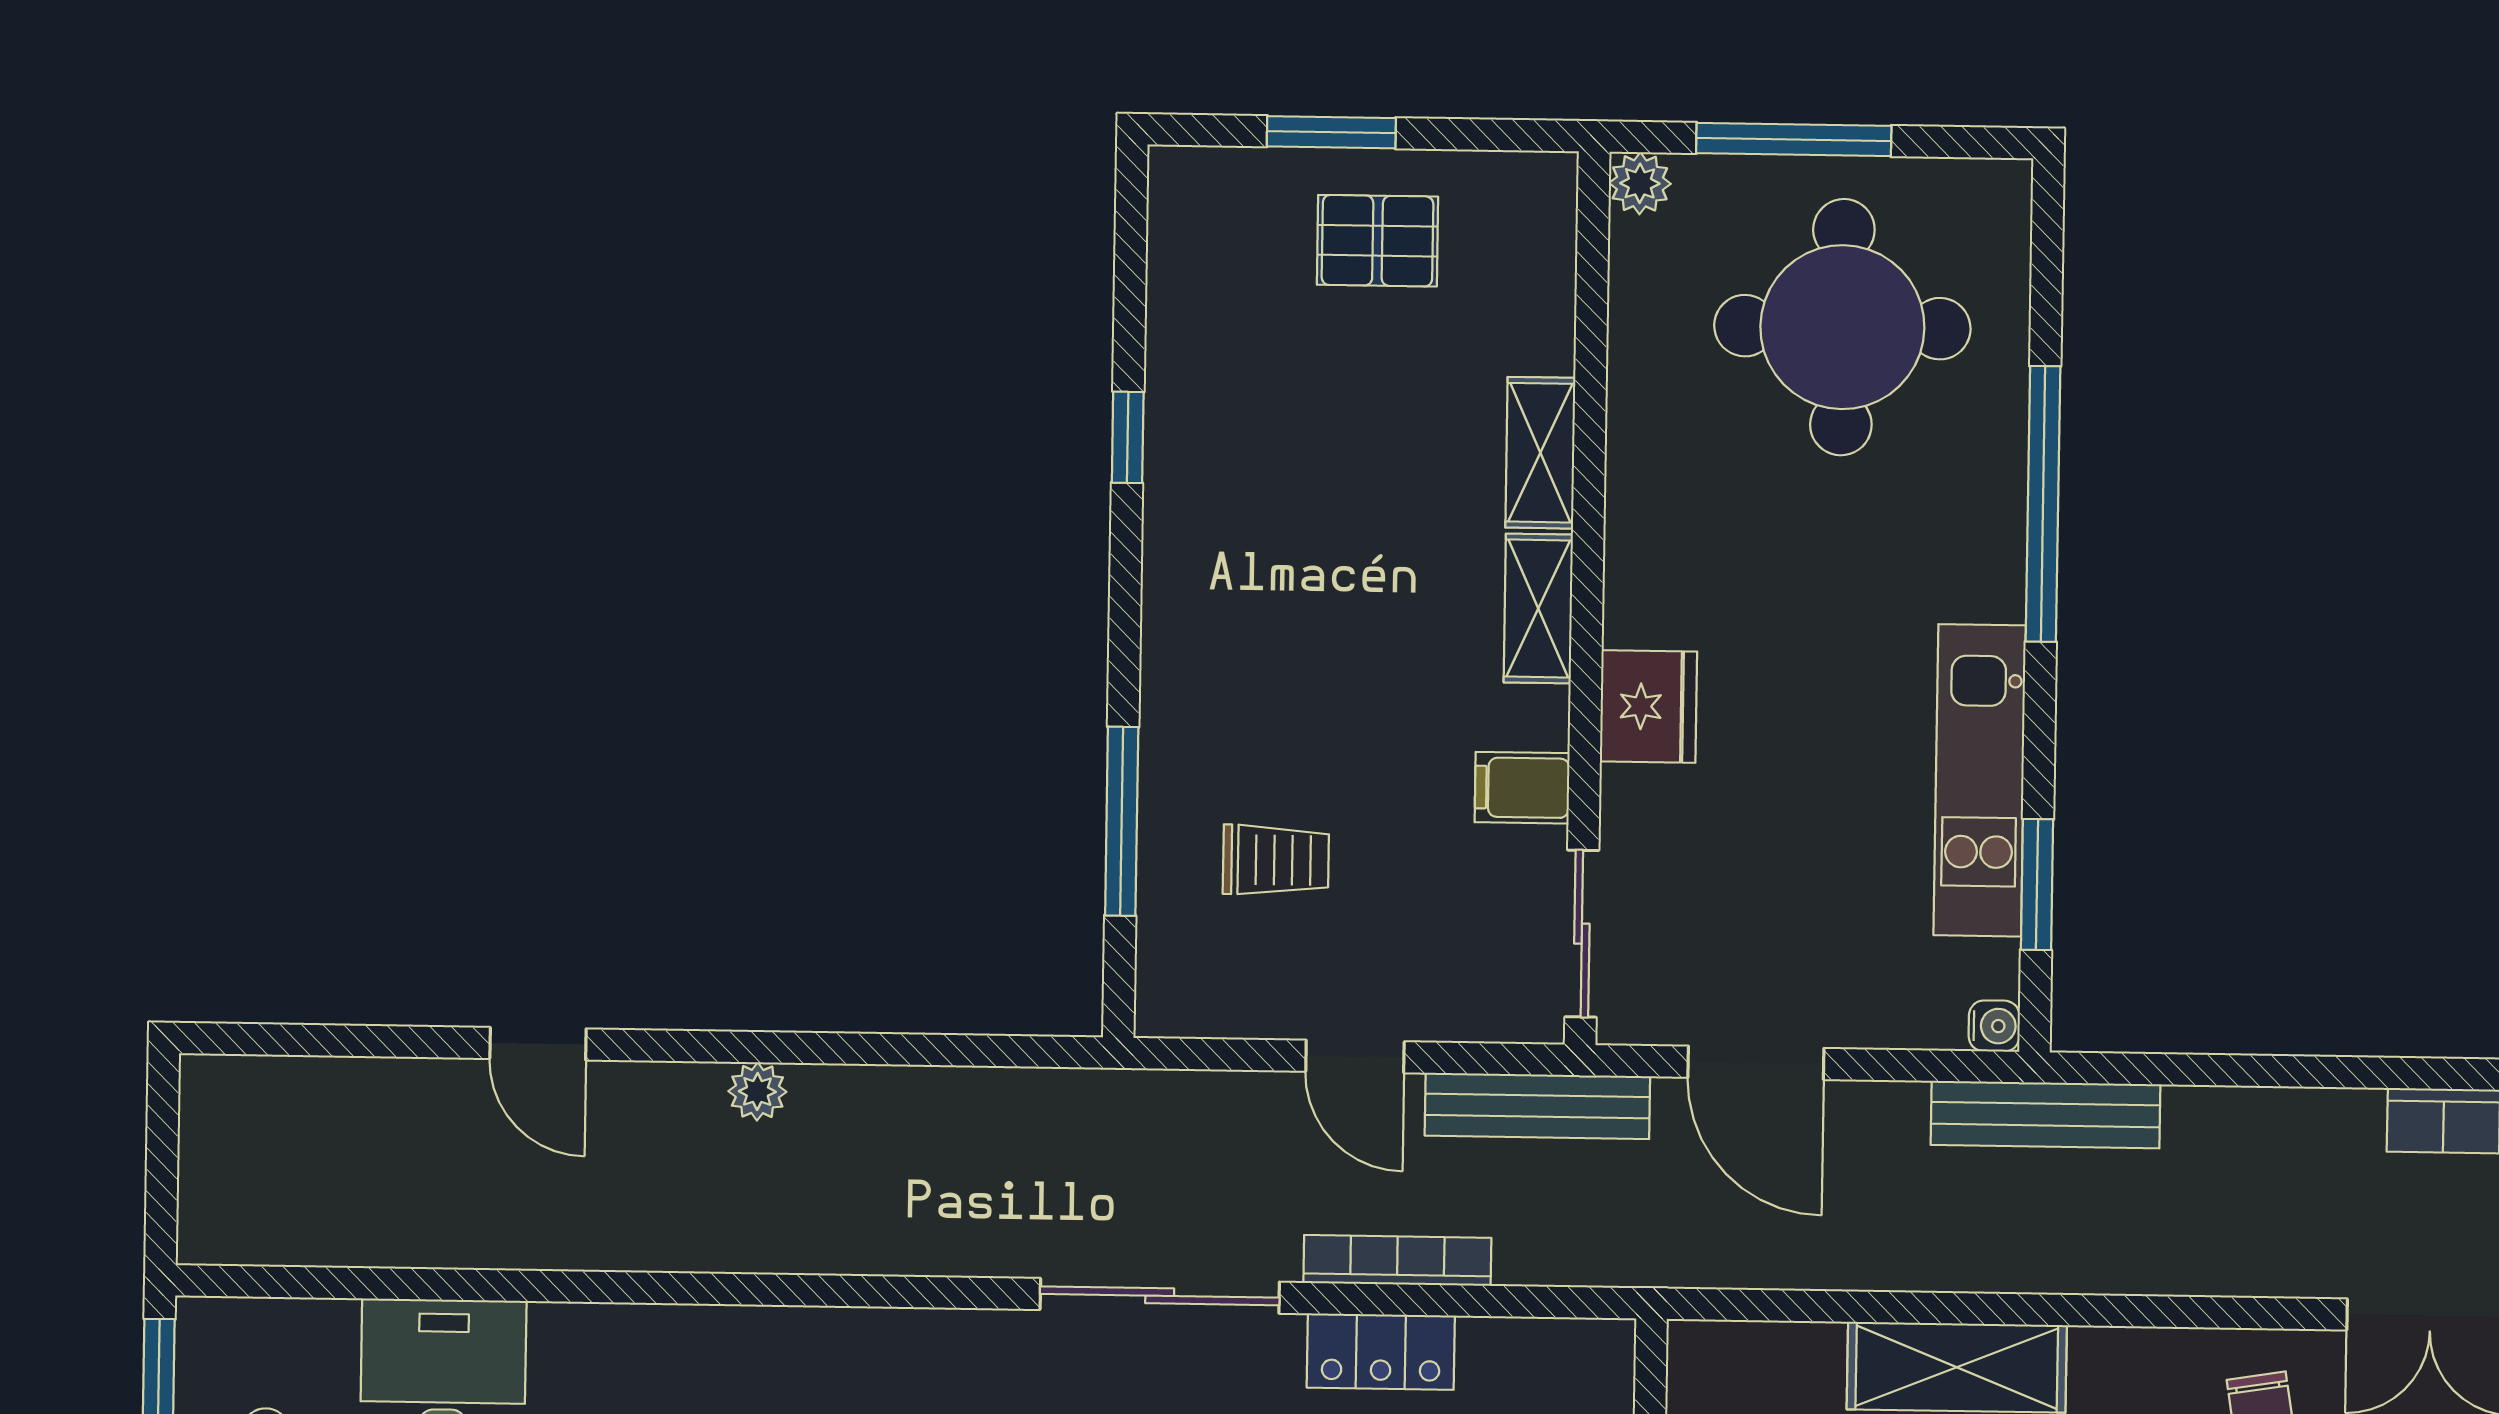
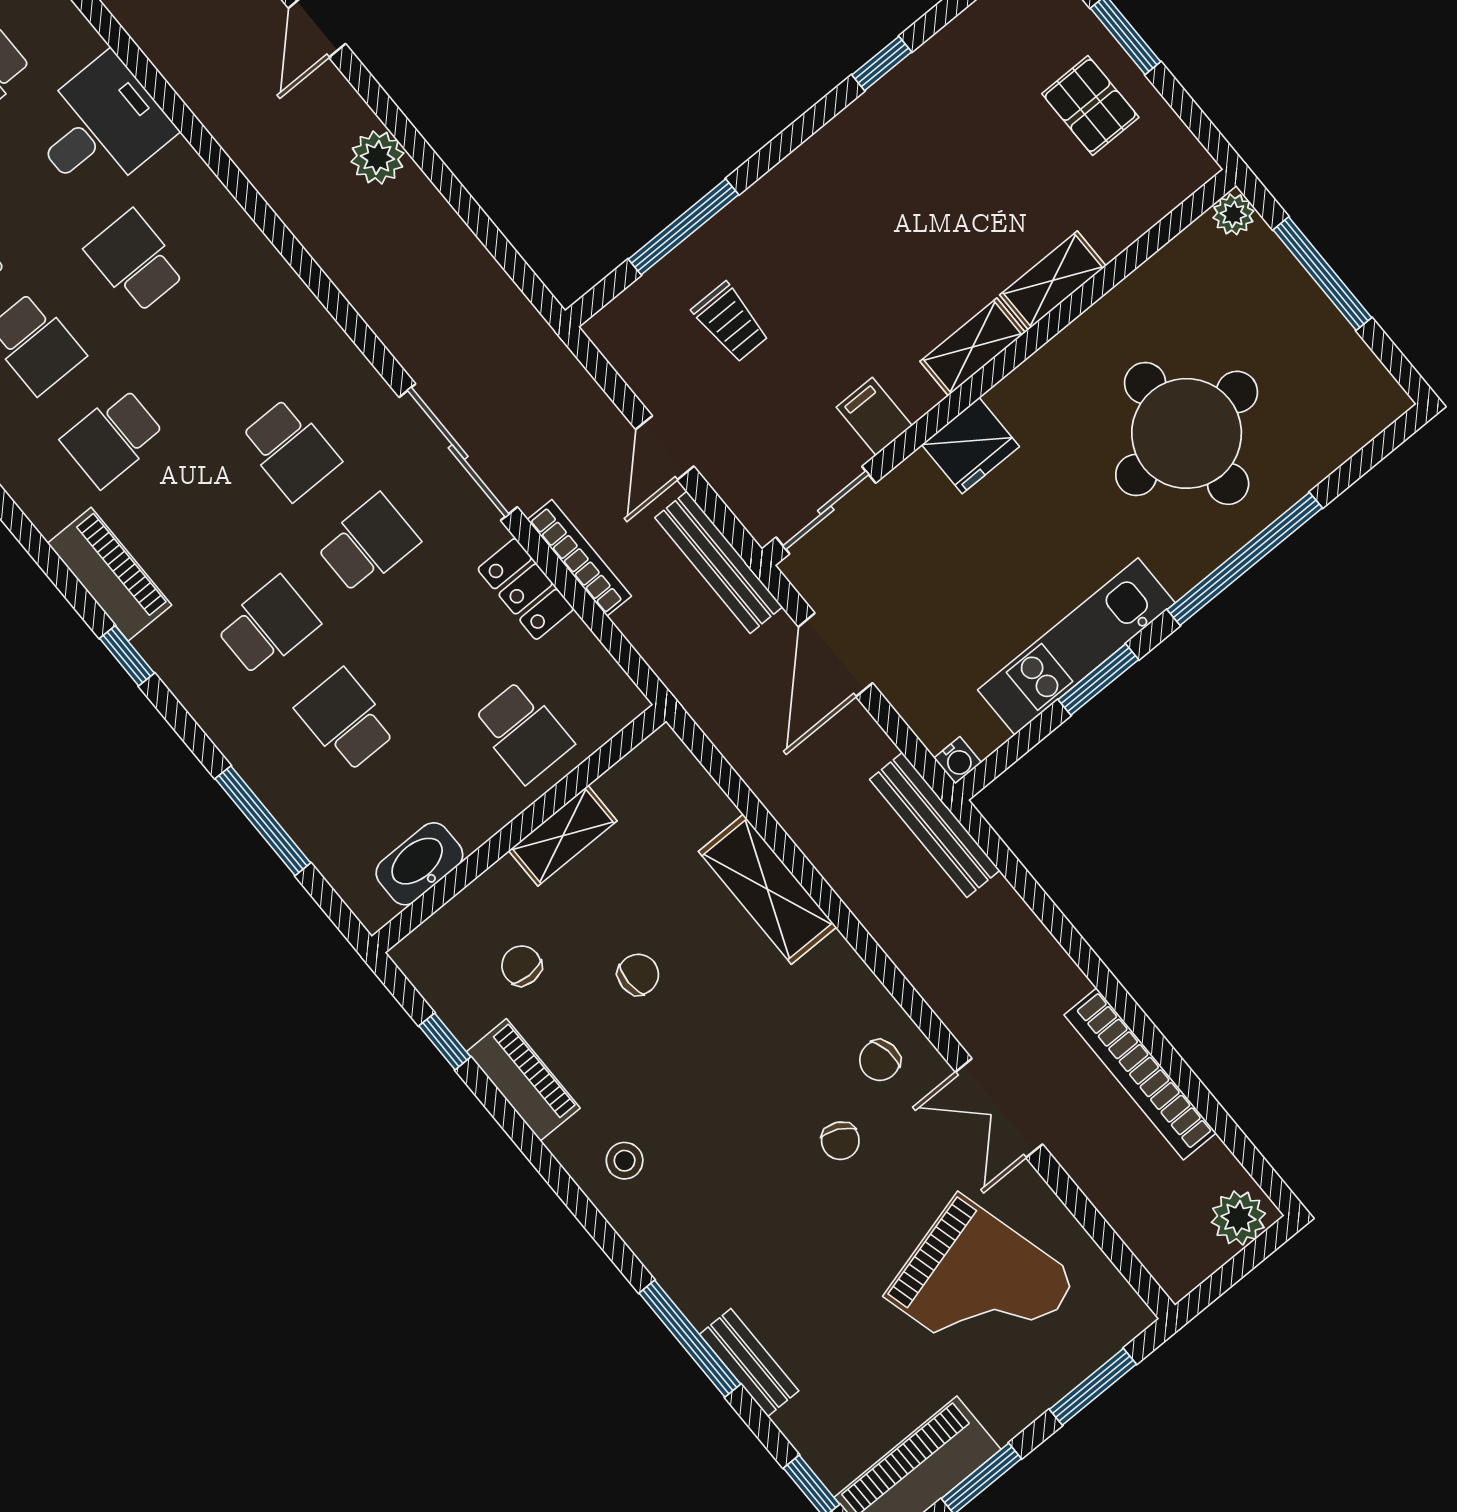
round table: (1842, 327) -> (1187, 433), moved
window: (2037, 884) -> (1098, 680), moved
plant: (757, 1092) -> (377, 157), width x1.38, depth x1.38

